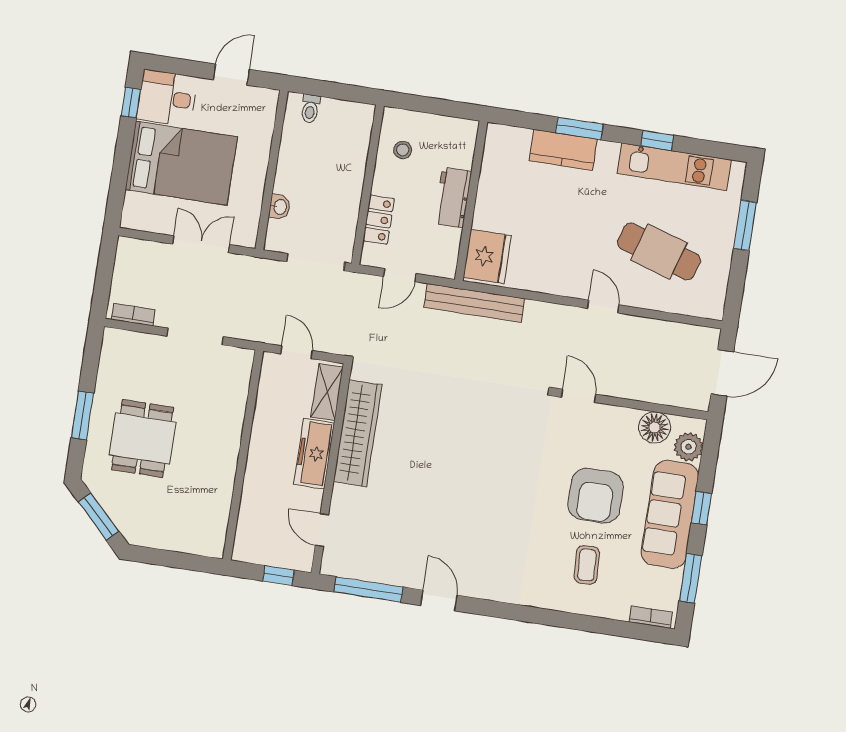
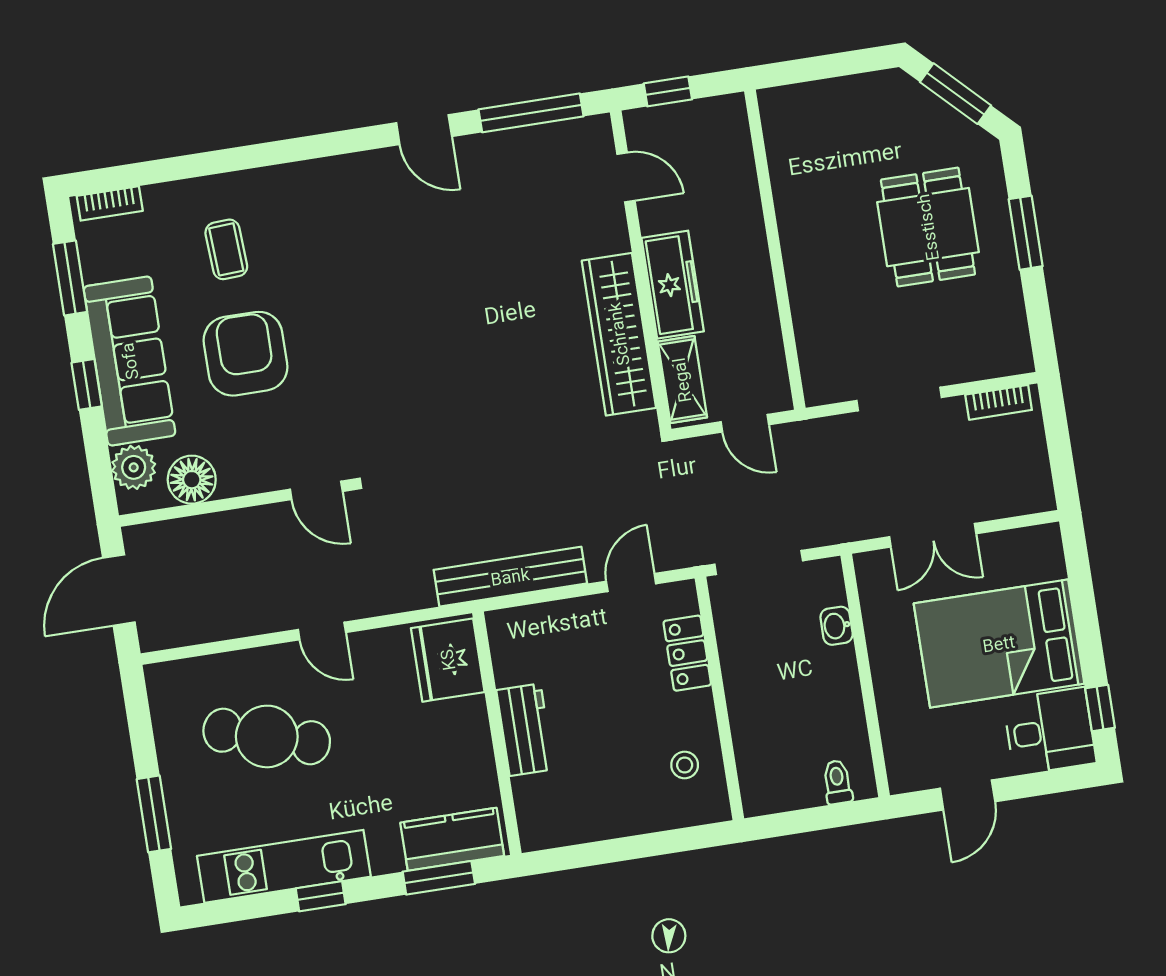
workbench: (453, 197) -> (525, 730), moved
wall: (471, 201) -> (497, 733), moved
fridge: (487, 256) -> (448, 660), moved

